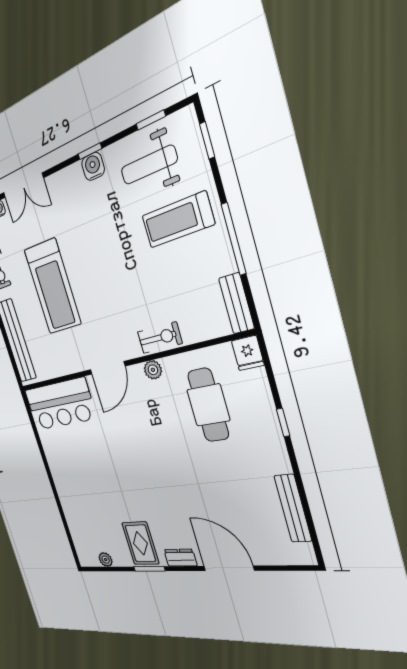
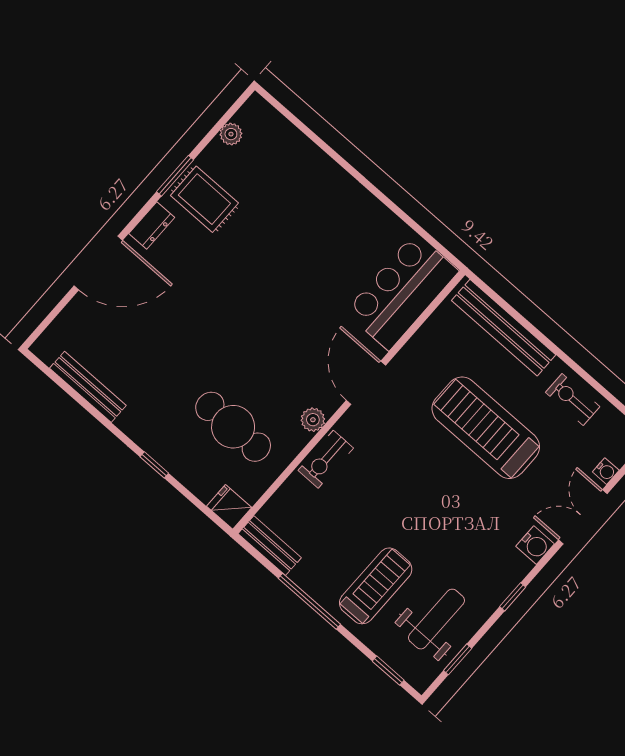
water cooler: (93, 166) -> (535, 545), moved

